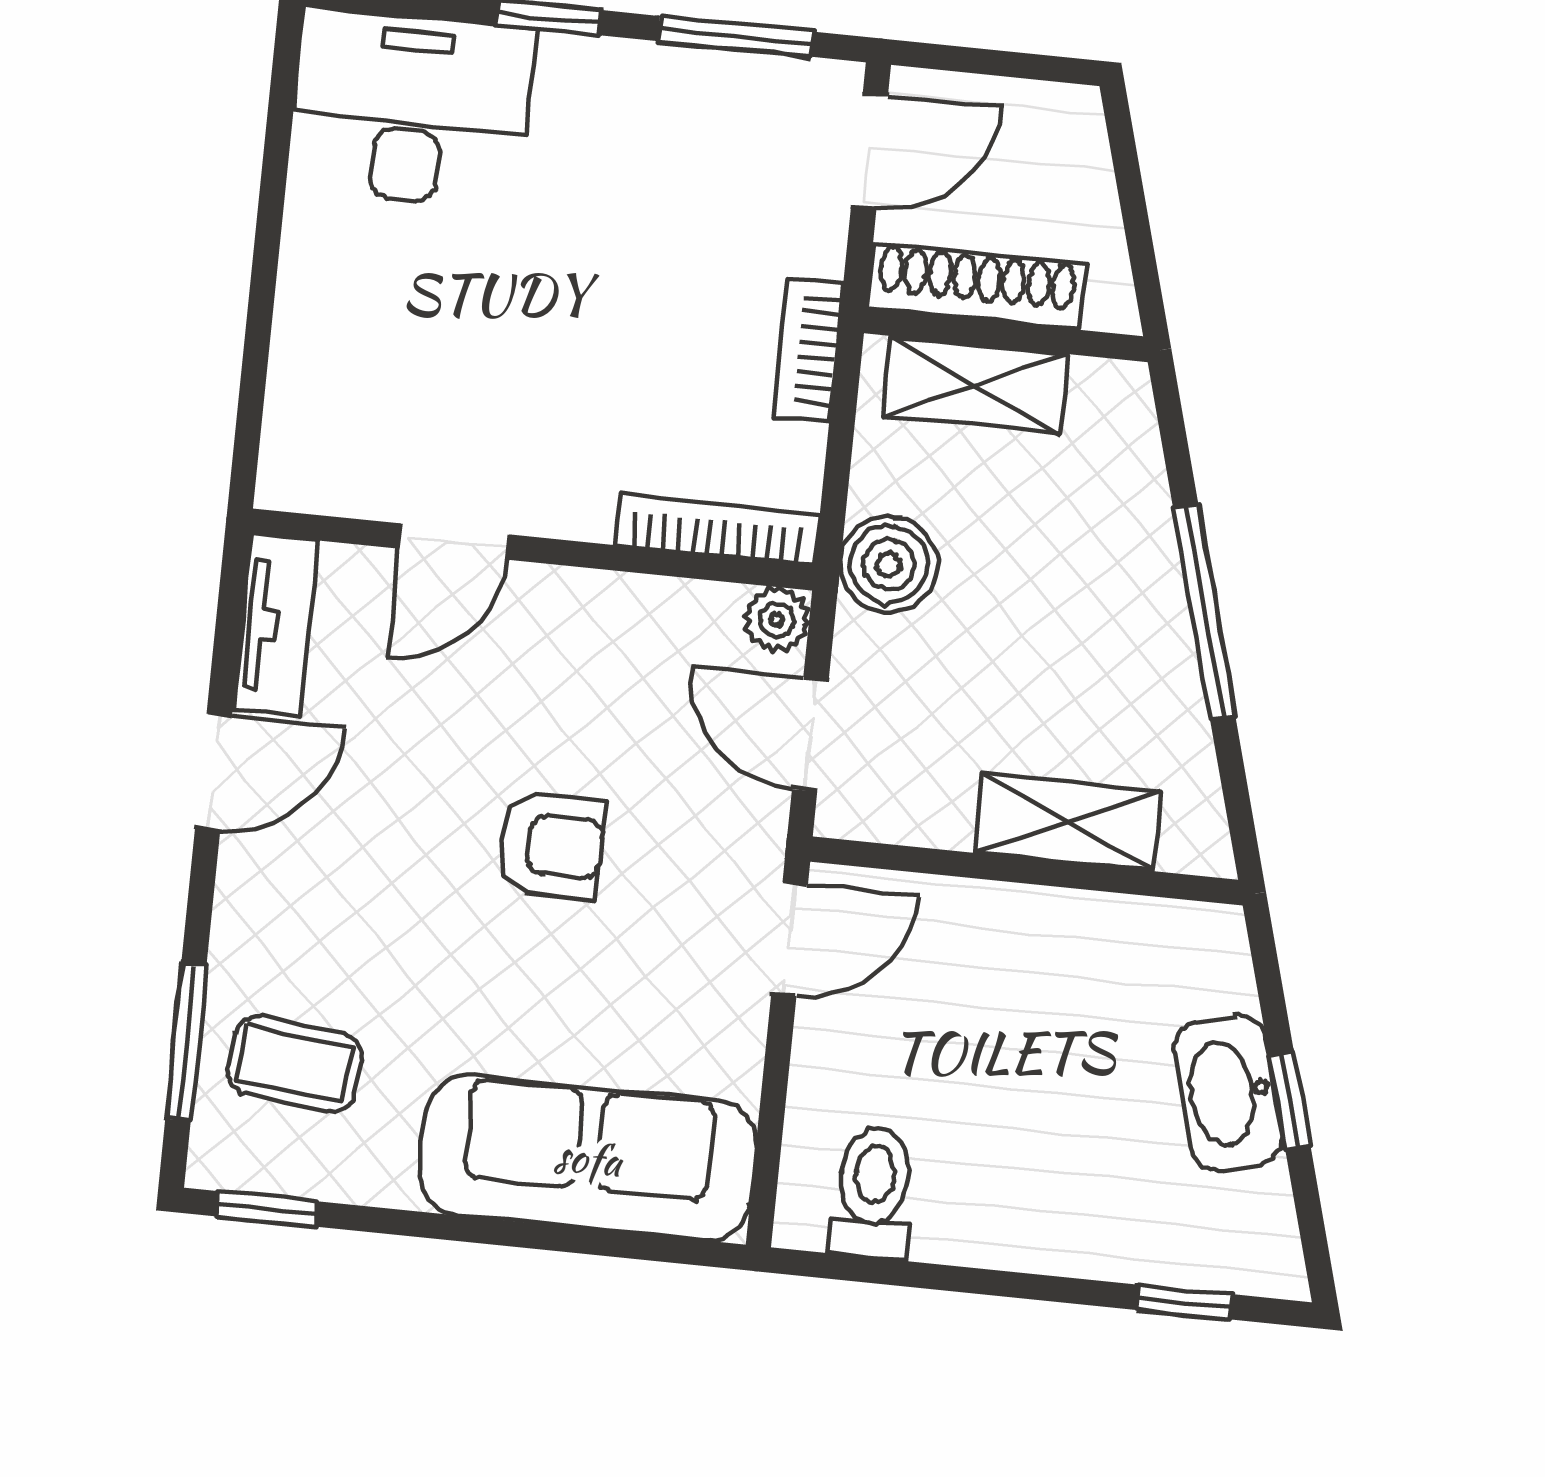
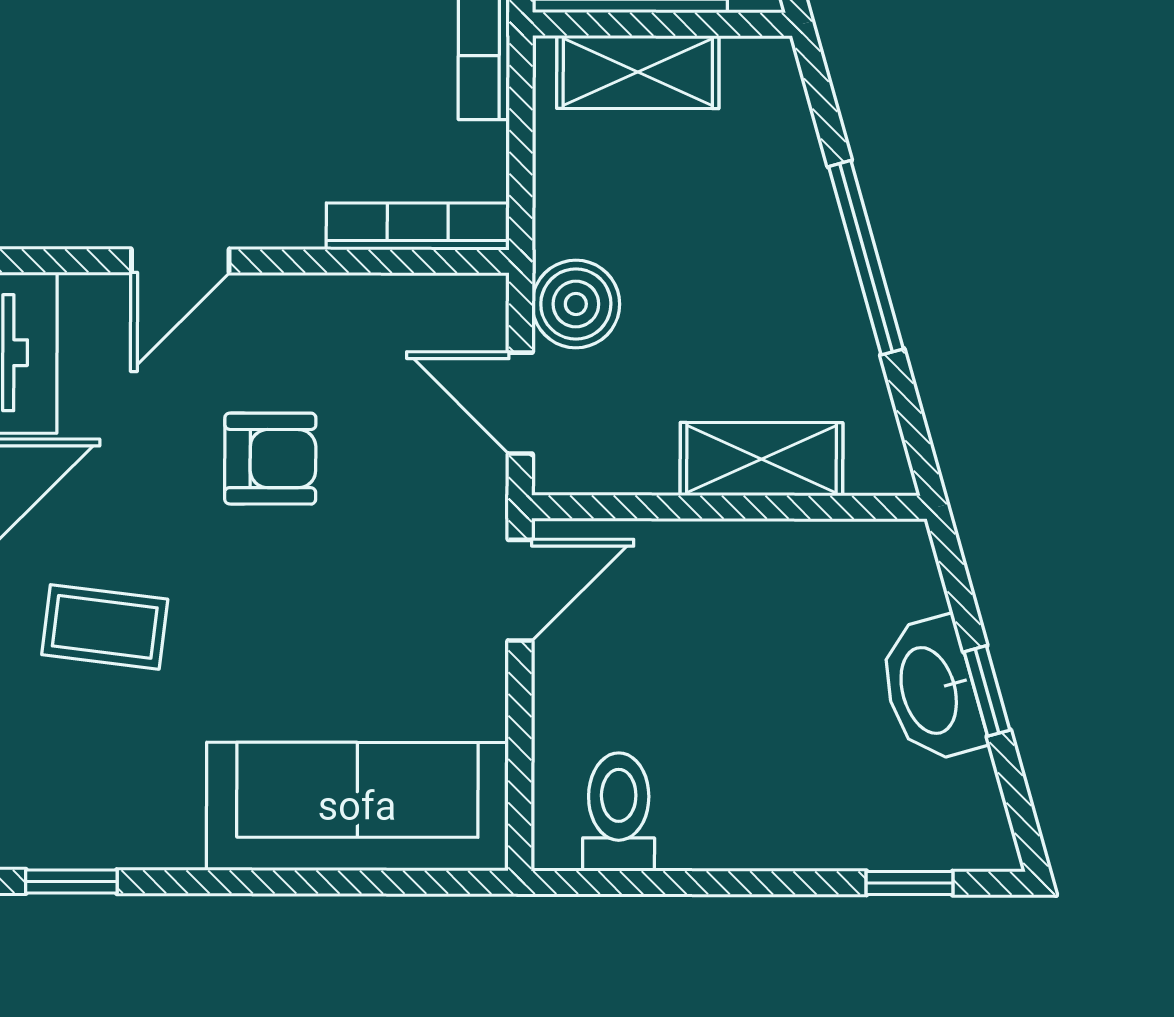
boiler: (889, 564) -> (576, 304), moved
plant: (777, 620) -> (480, 302), removed
armchair: (551, 845) -> (270, 459), moved
coffee table: (295, 1064) -> (105, 627), moved

